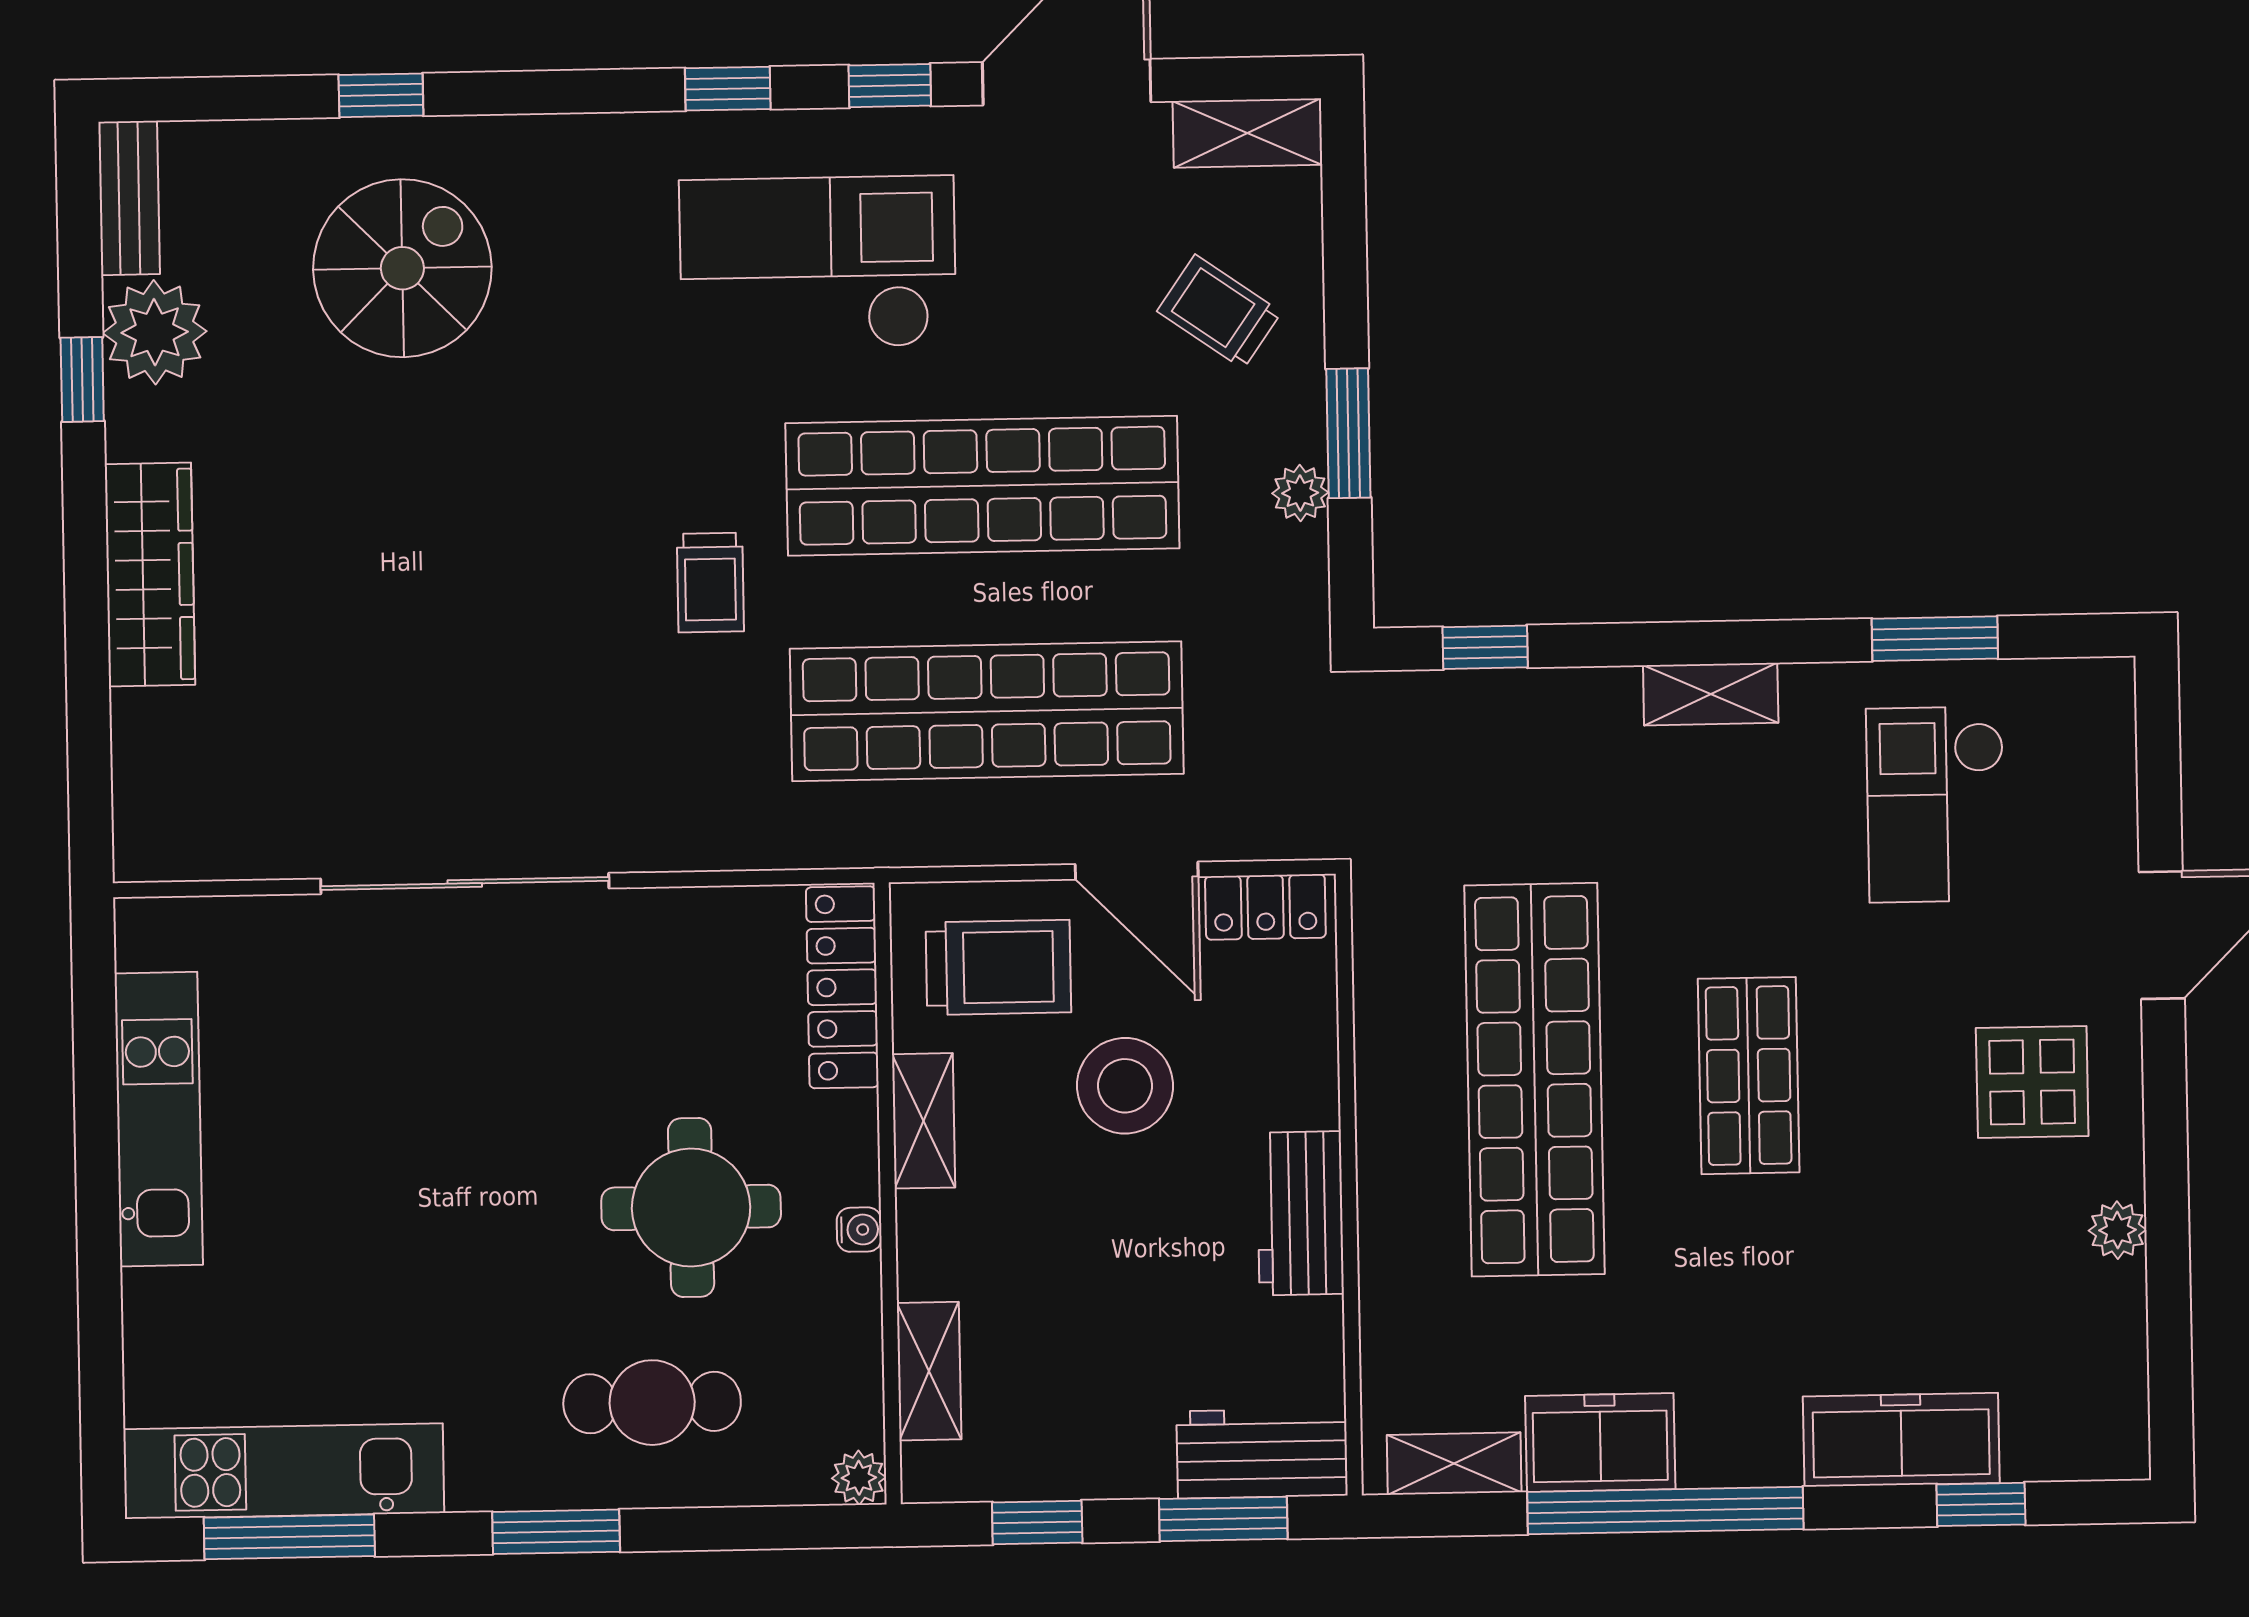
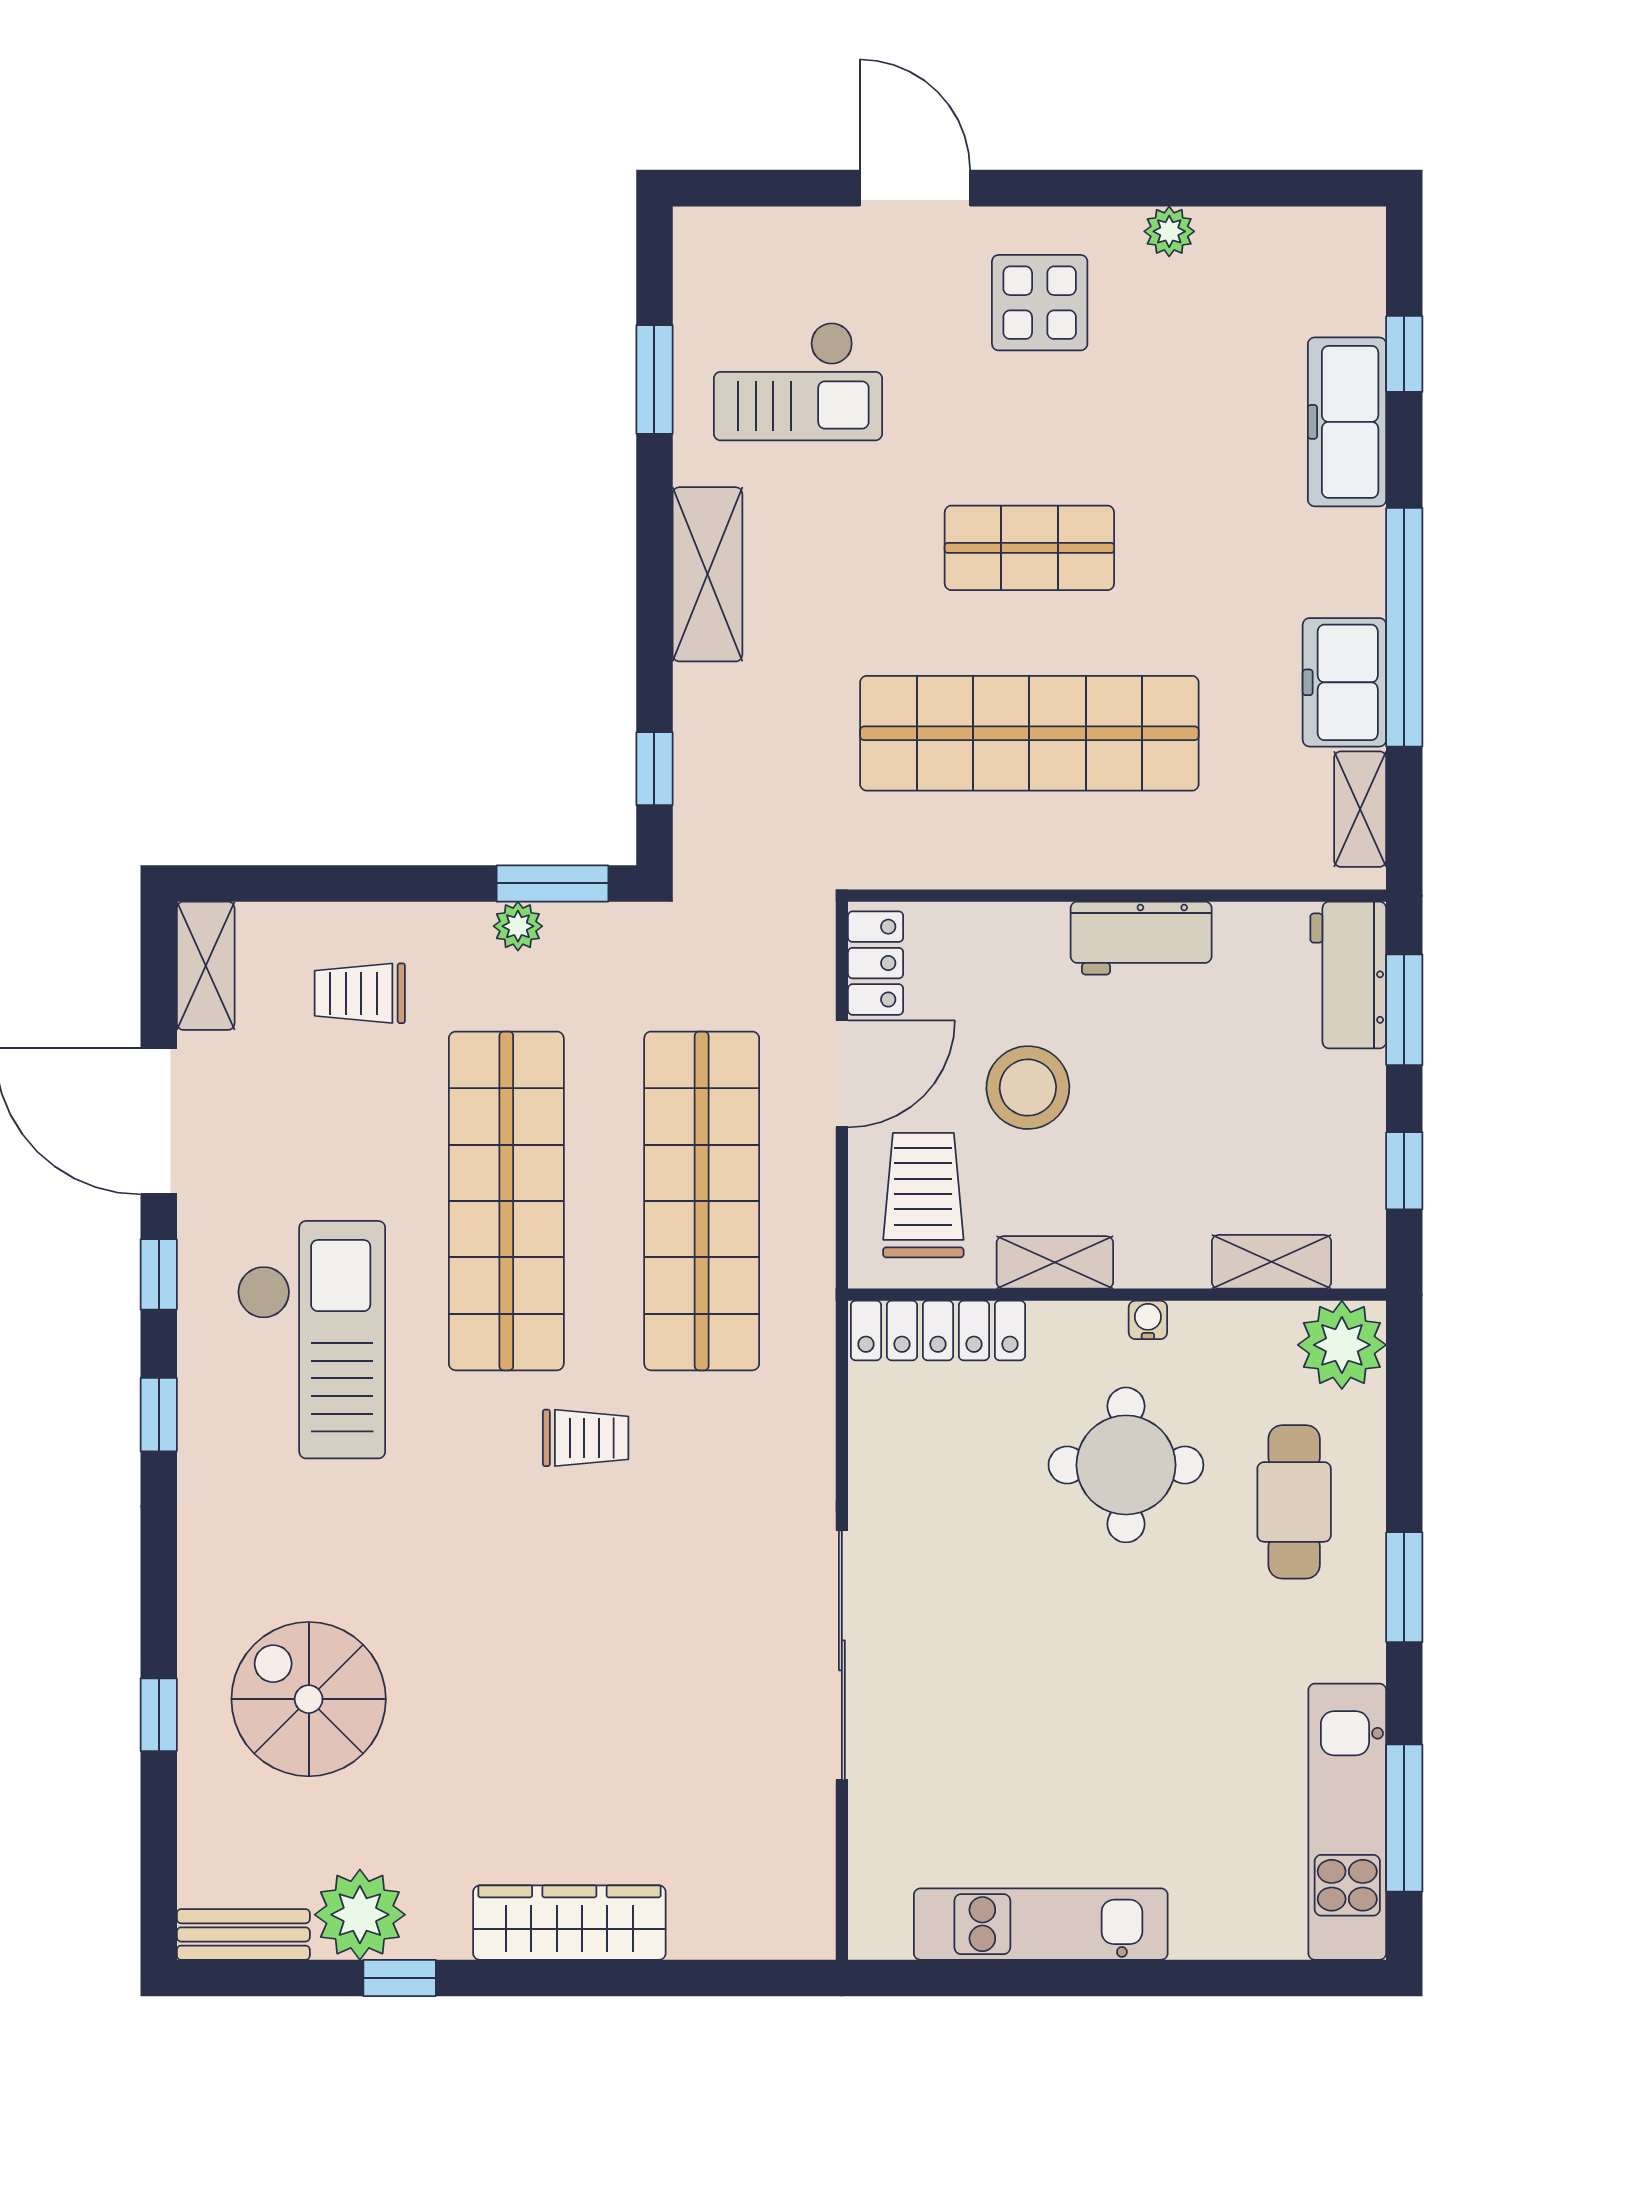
checkout: (818, 263) -> (311, 1340), turned 180
trolley: (1219, 312) -> (360, 993), turned 55
window: (1348, 433) -> (552, 883), moved
shelving: (1711, 694) -> (707, 574), width x1.50, depth x1.33
plant: (859, 1478) -> (1342, 1345), width x1.88, depth x1.88

